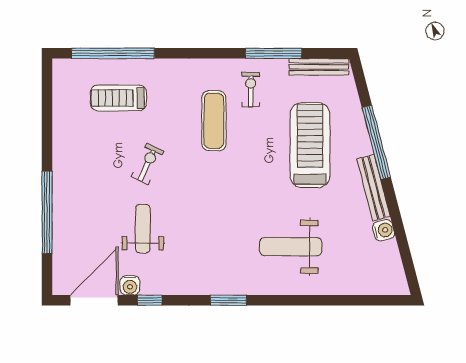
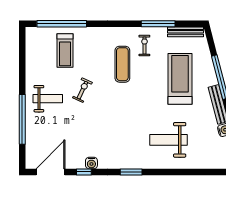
treadmill: (118, 98) -> (65, 51), turned -90
weight bench: (143, 229) -> (48, 99), moved, turned 90
water cooler: (130, 285) -> (91, 163), moved

